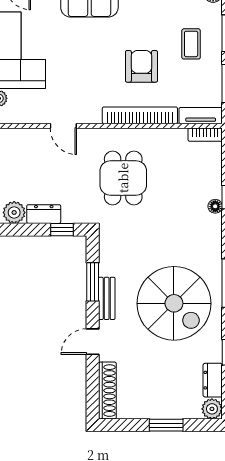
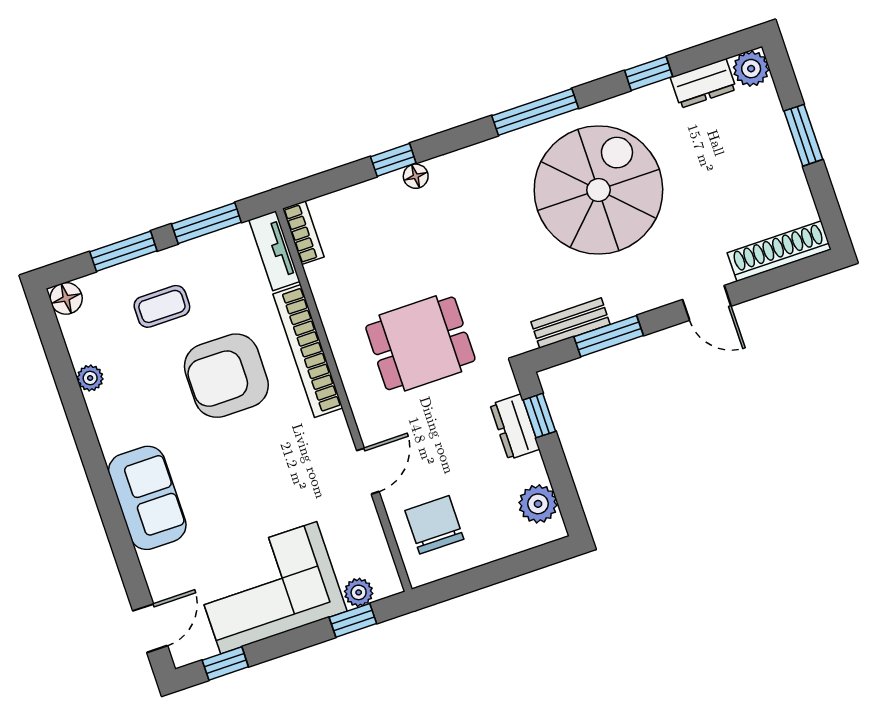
armchair: (141, 66) -> (226, 376), width x1.36, depth x1.36
chair: (22, 152) -> (434, 525), added
dresser: (44, 214) -> (515, 427), moved
bench: (107, 298) -> (570, 323), moved

